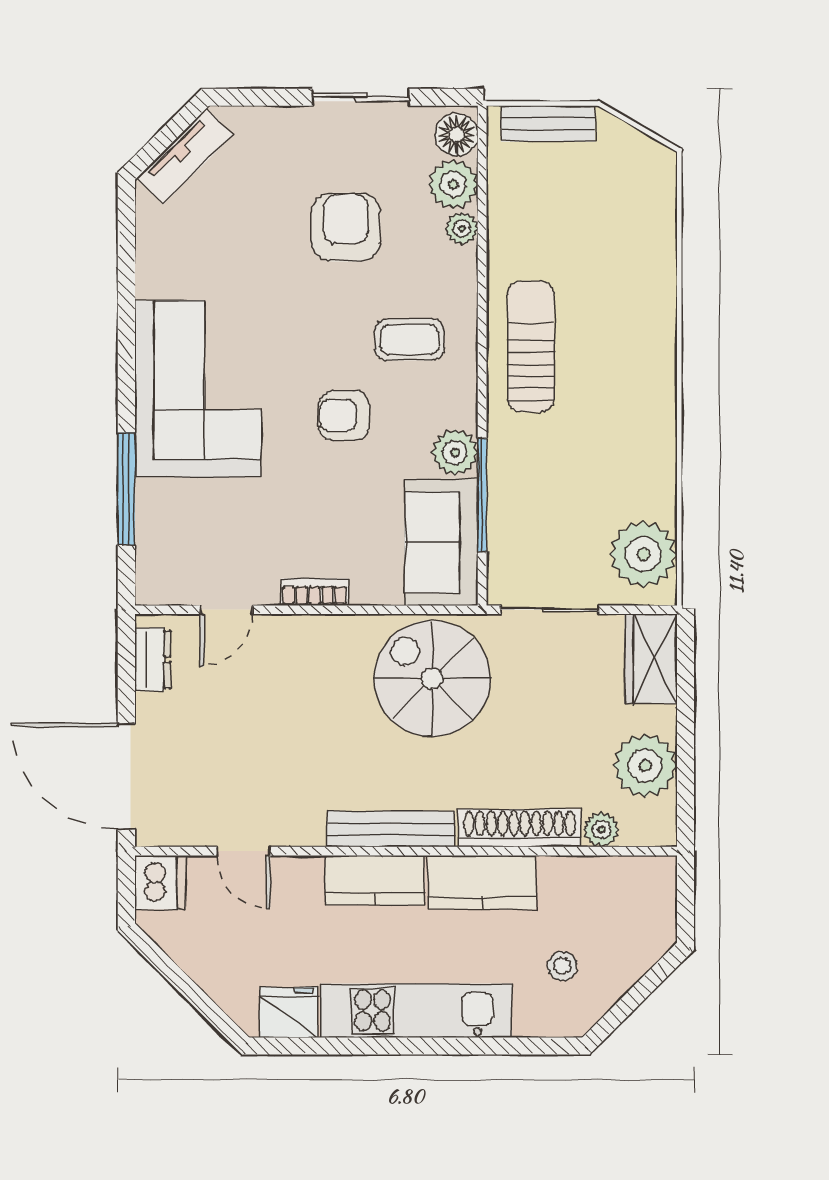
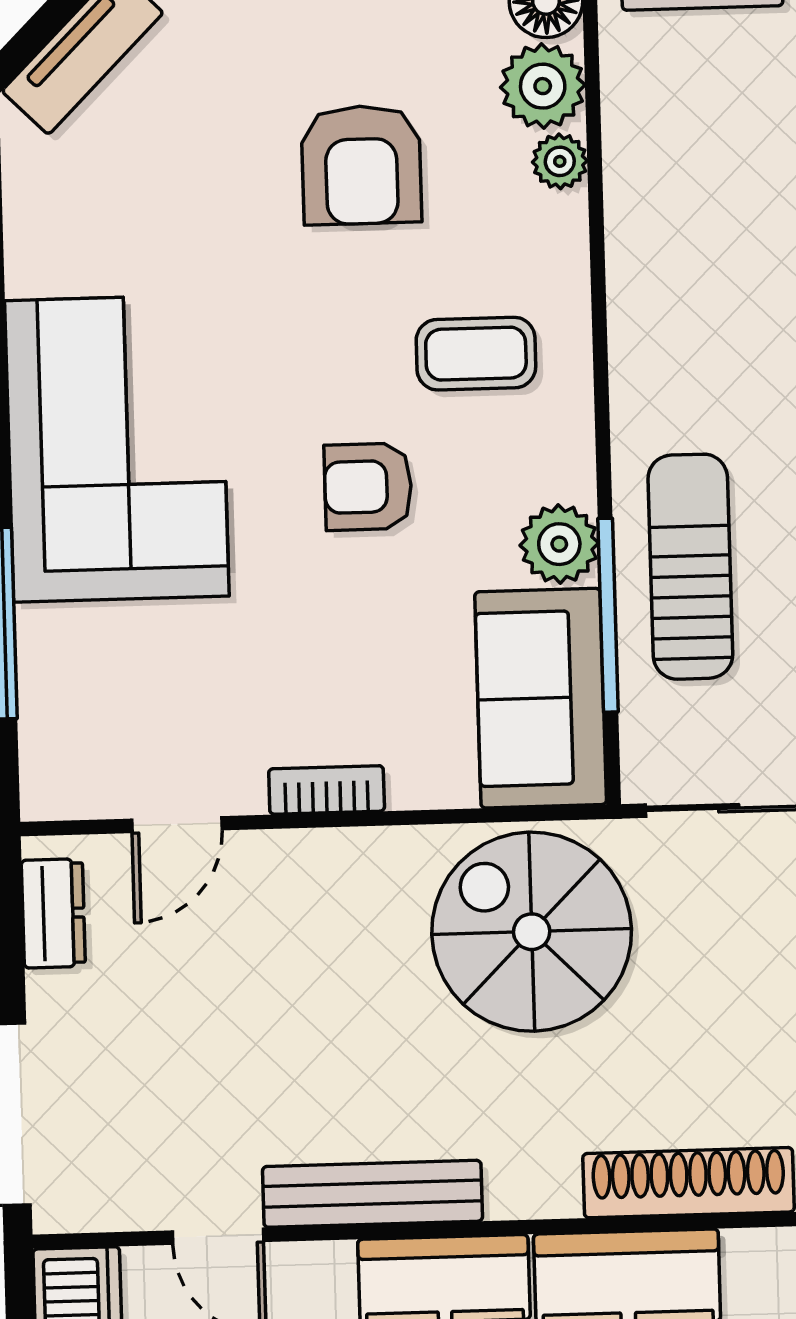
armchair: (346, 227) -> (361, 165), turned 180
sun lounger: (531, 347) -> (690, 567), moved
bench: (391, 829) -> (372, 1194), moved

